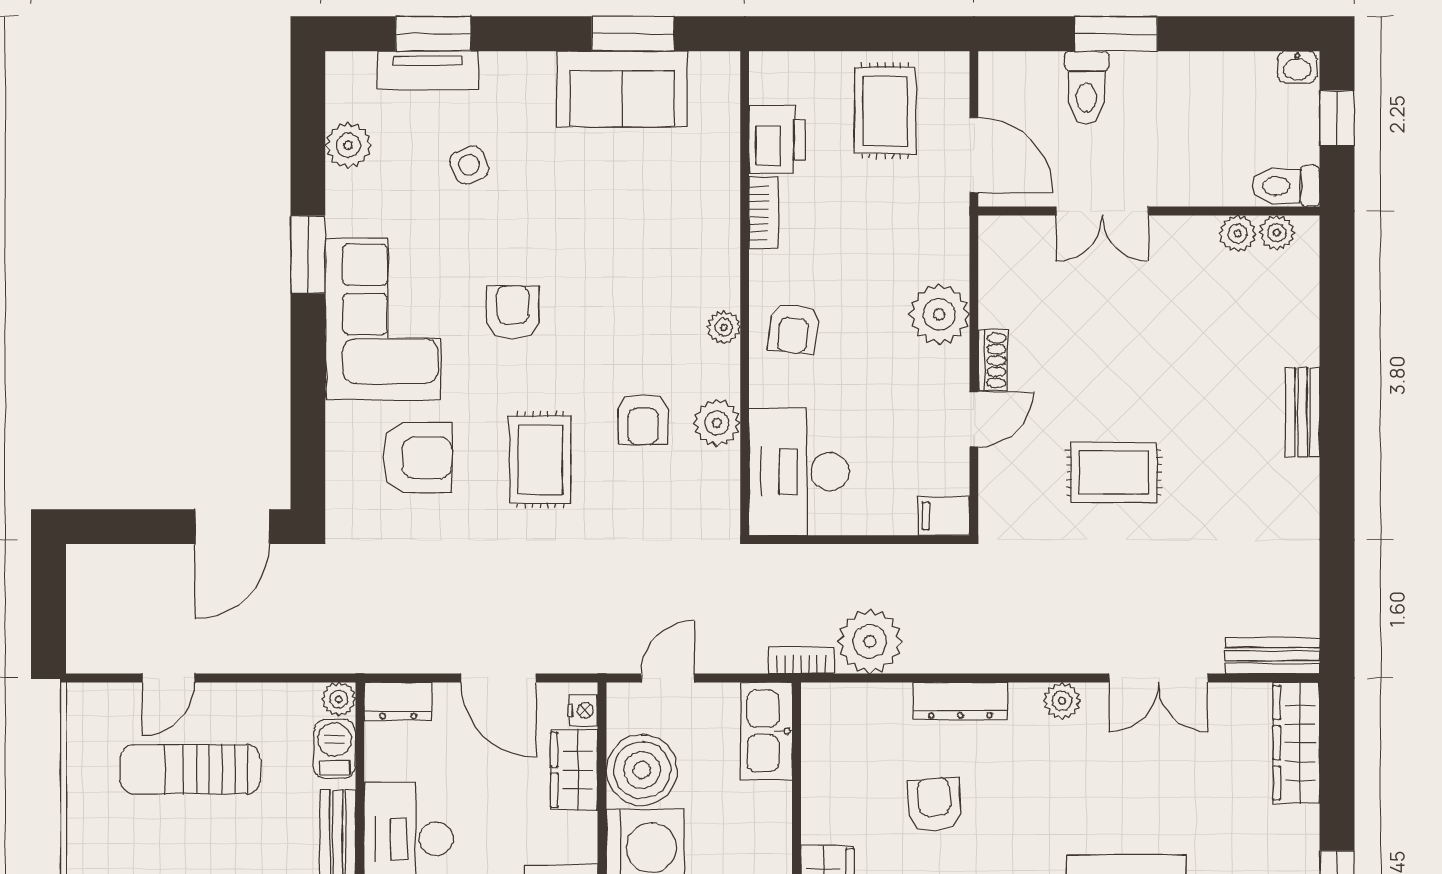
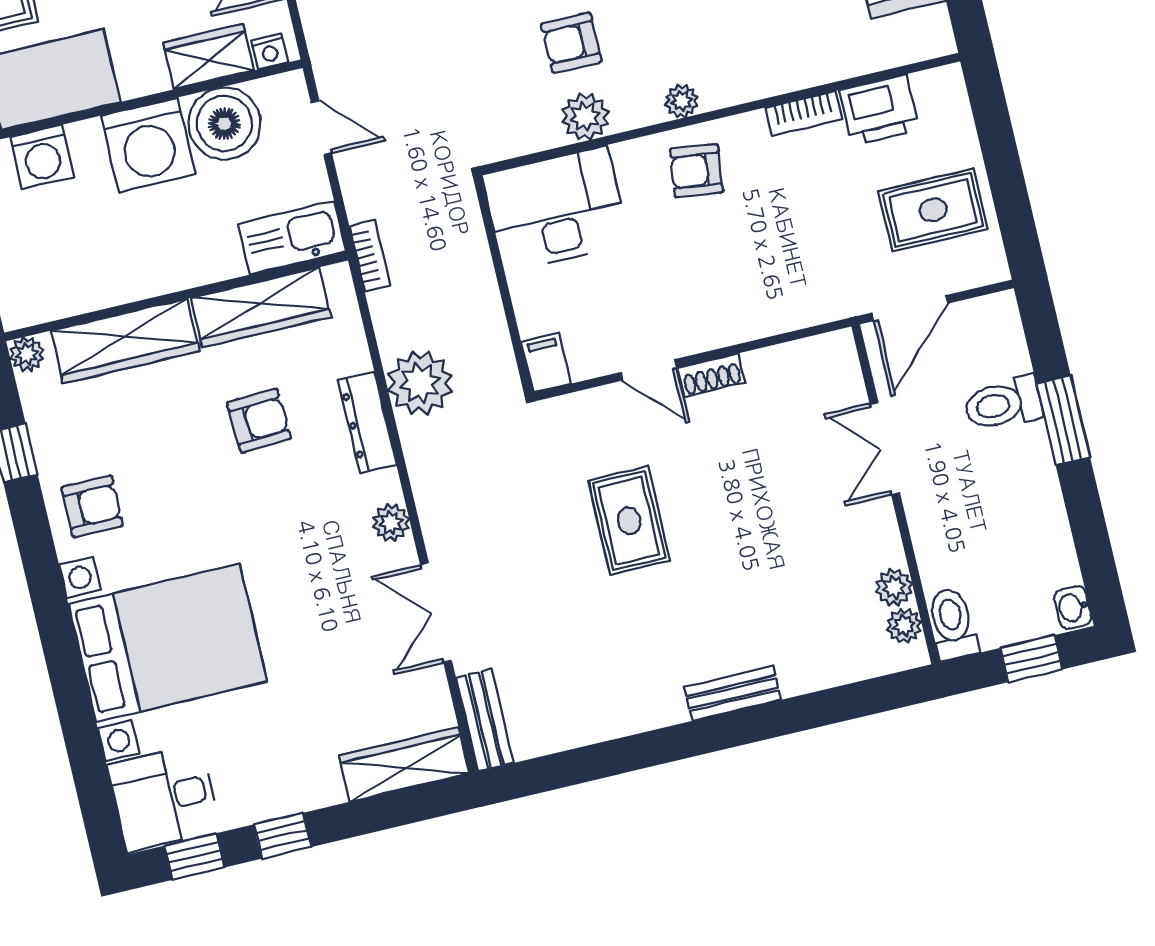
plant: (939, 314) -> (744, 311), removed
plant: (870, 641) -> (420, 383), moved
wardrobe: (826, 777) -> (261, 307), added

